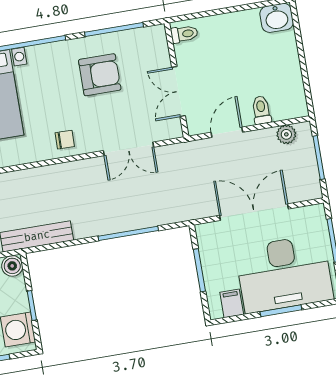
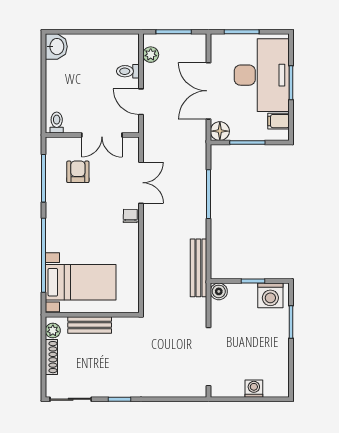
armchair: (100, 75) -> (78, 172), moved, width x0.72, depth x0.72
chair: (65, 140) -> (130, 216), moved
floor lamp: (207, 234) -> (220, 131), added

